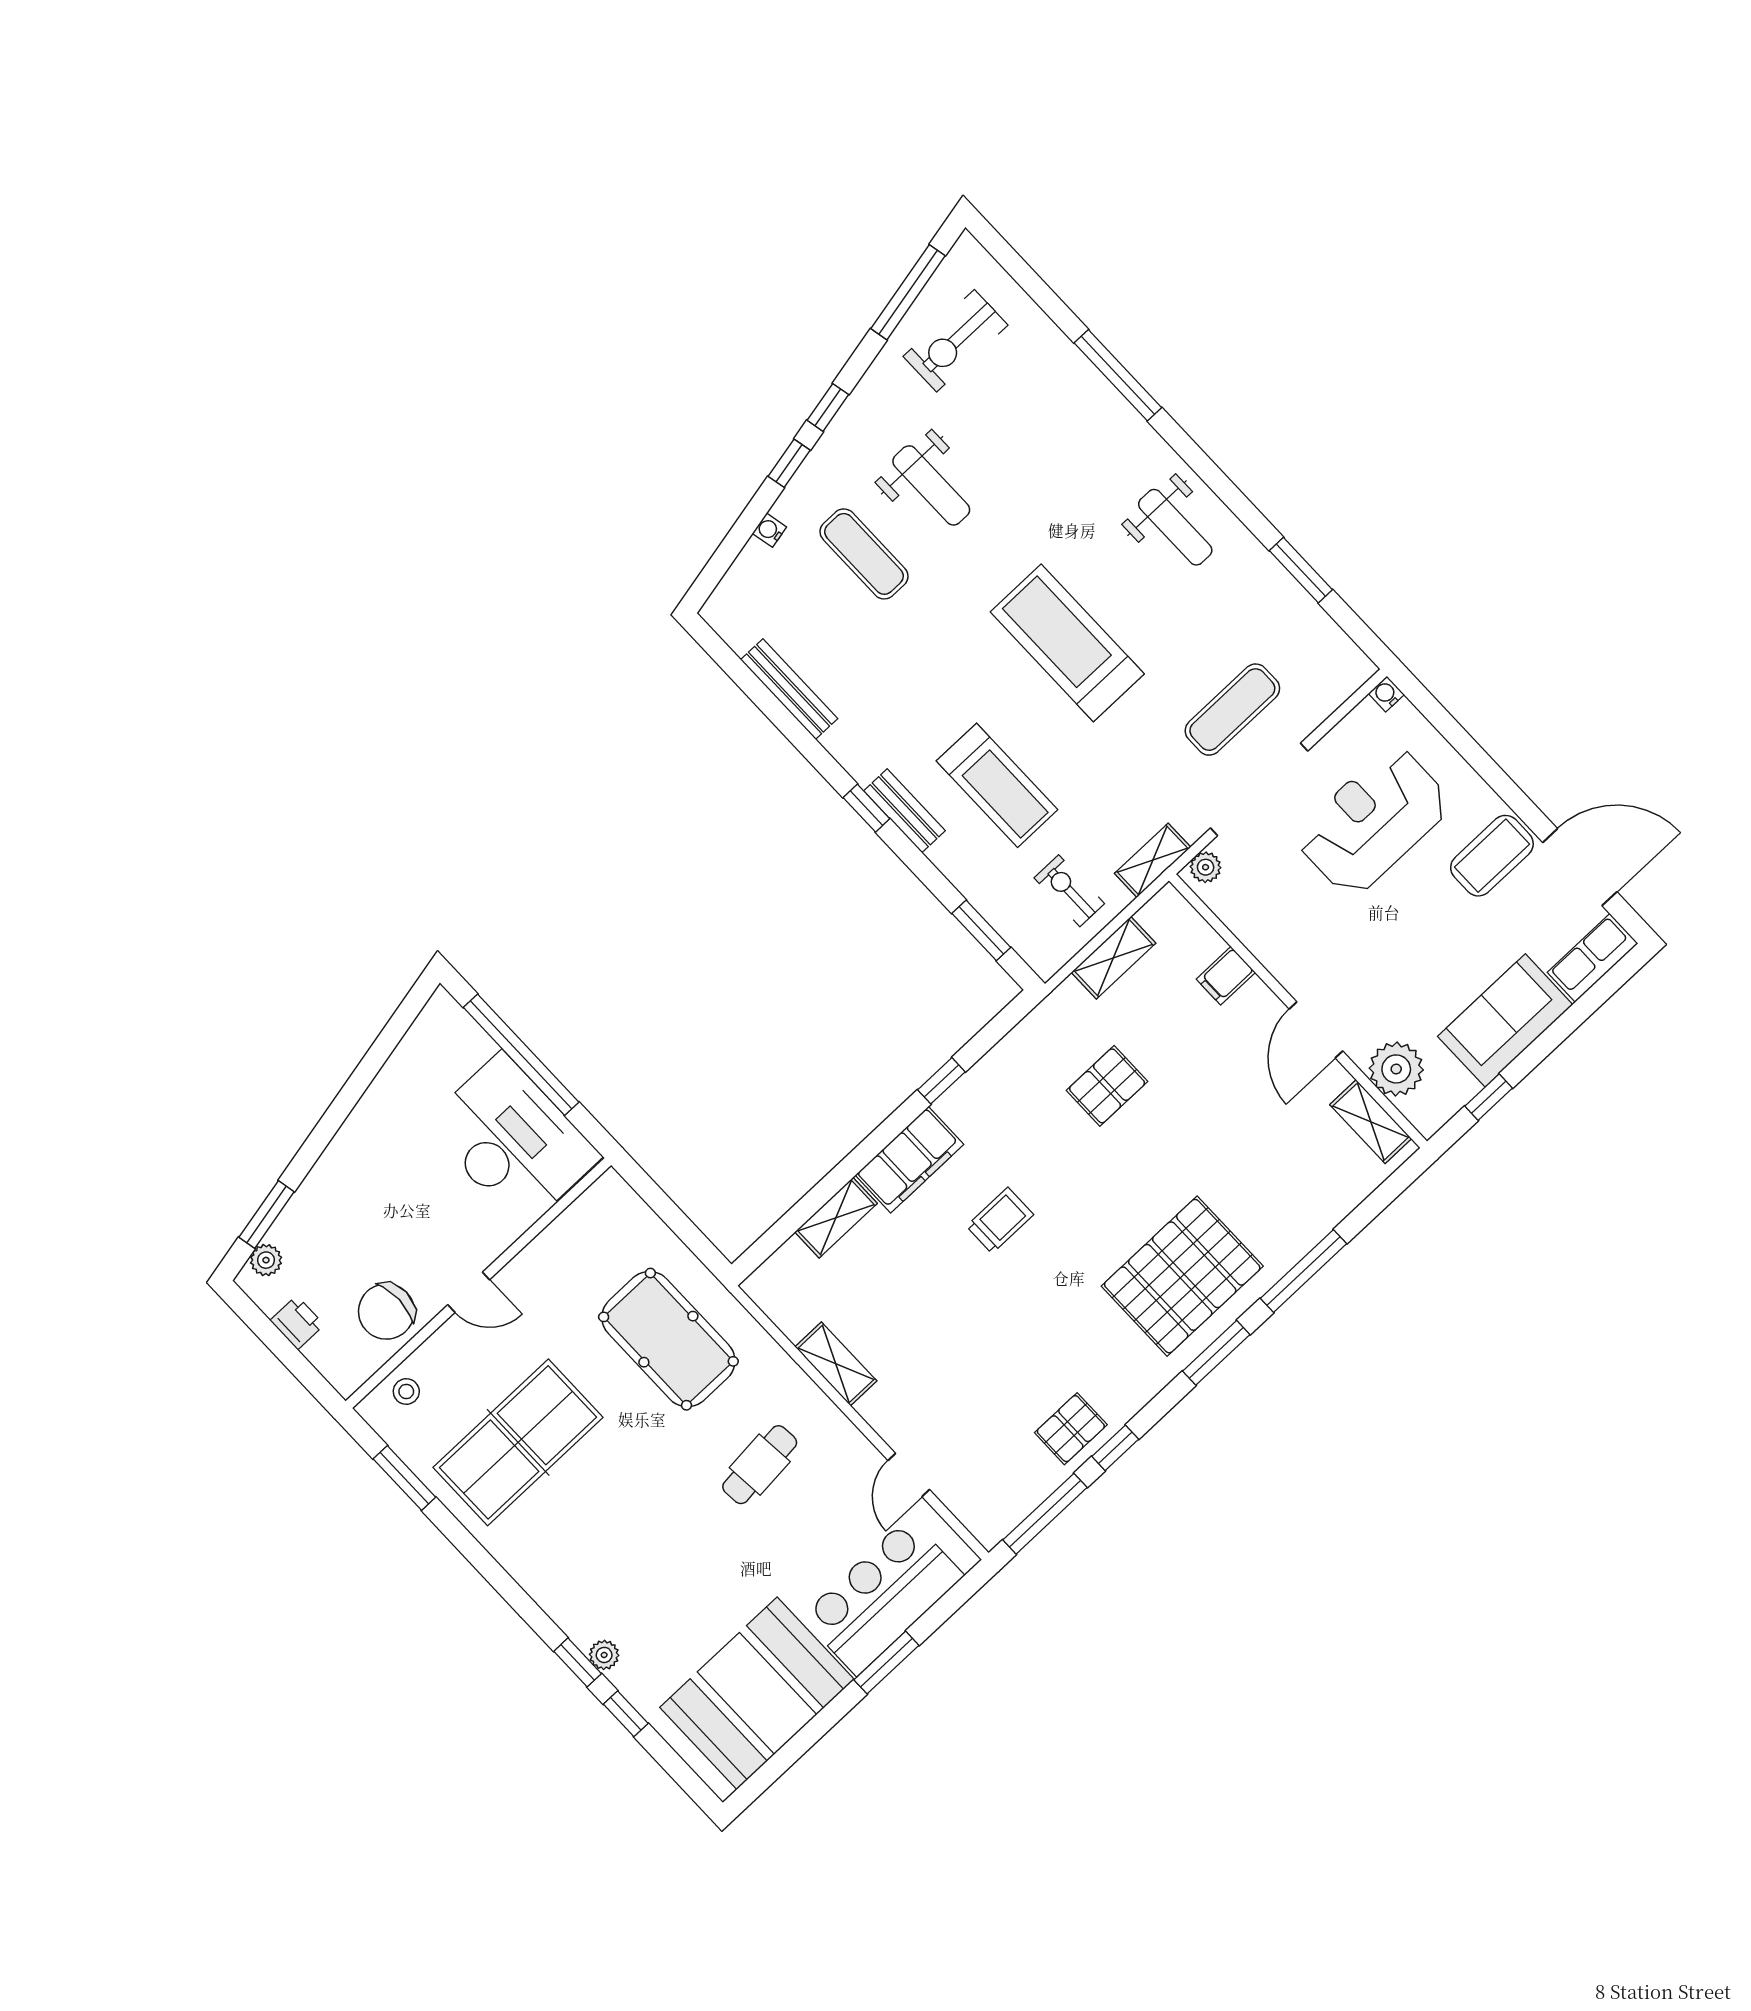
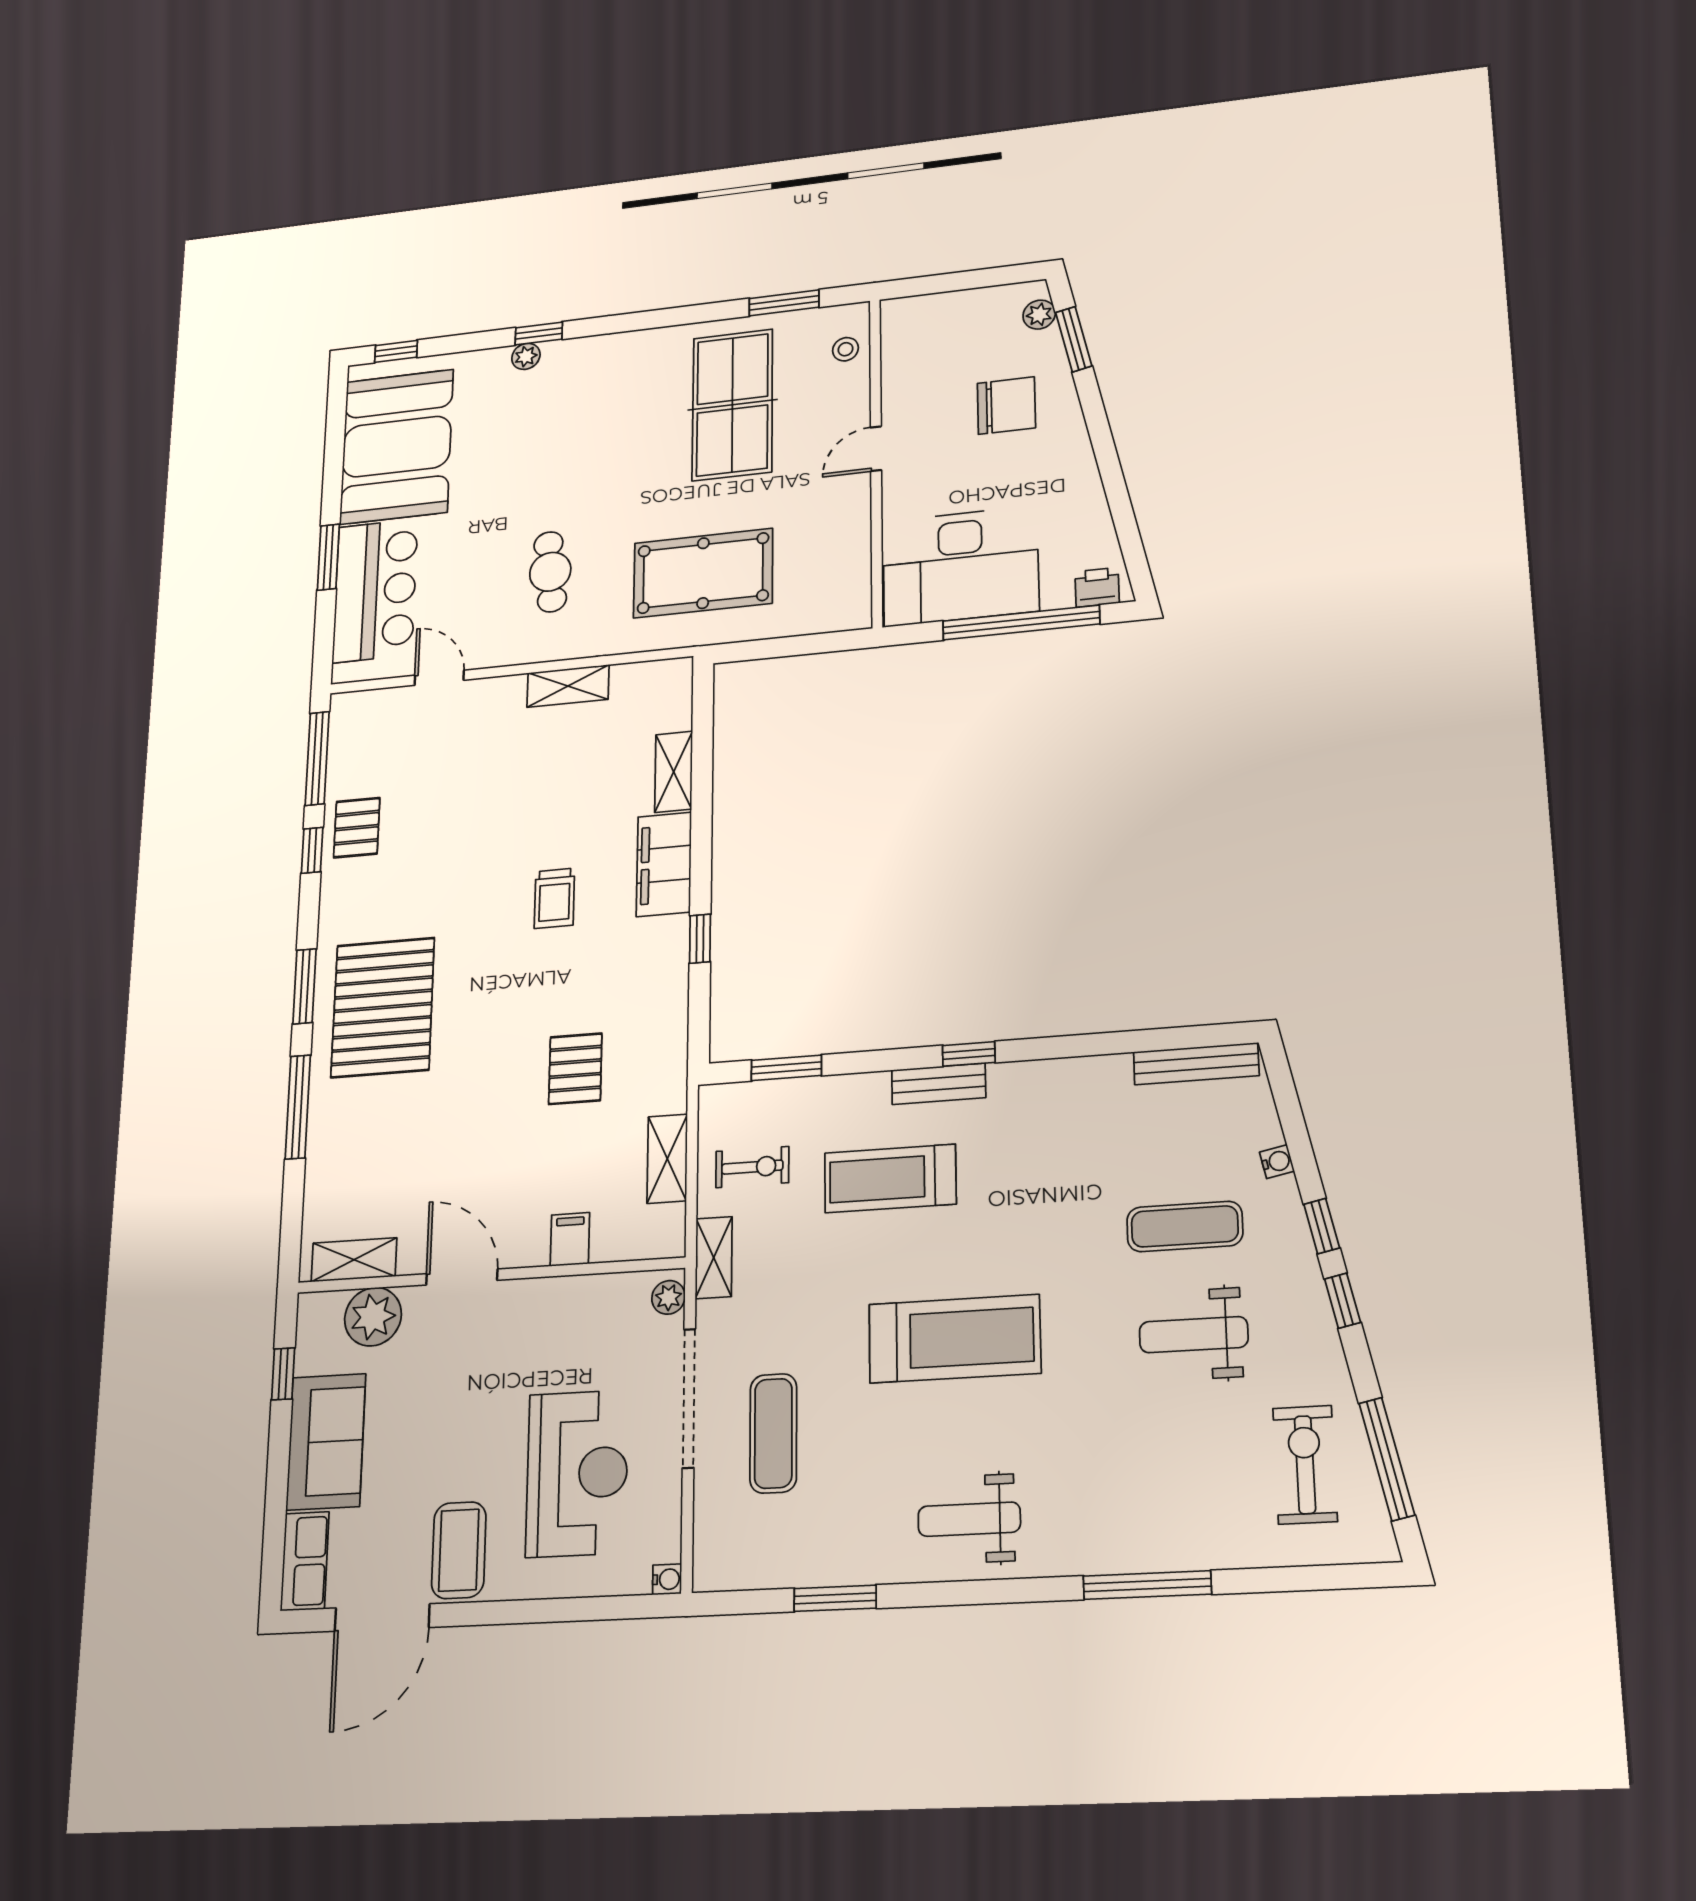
bench: (789, 689) -> (1196, 1064), moved
chair: (386, 1311) -> (1006, 406), moved, turned 90
printer: (297, 1323) -> (1097, 587), moved, turned 180
window: (626, 1714) -> (396, 351), moved

